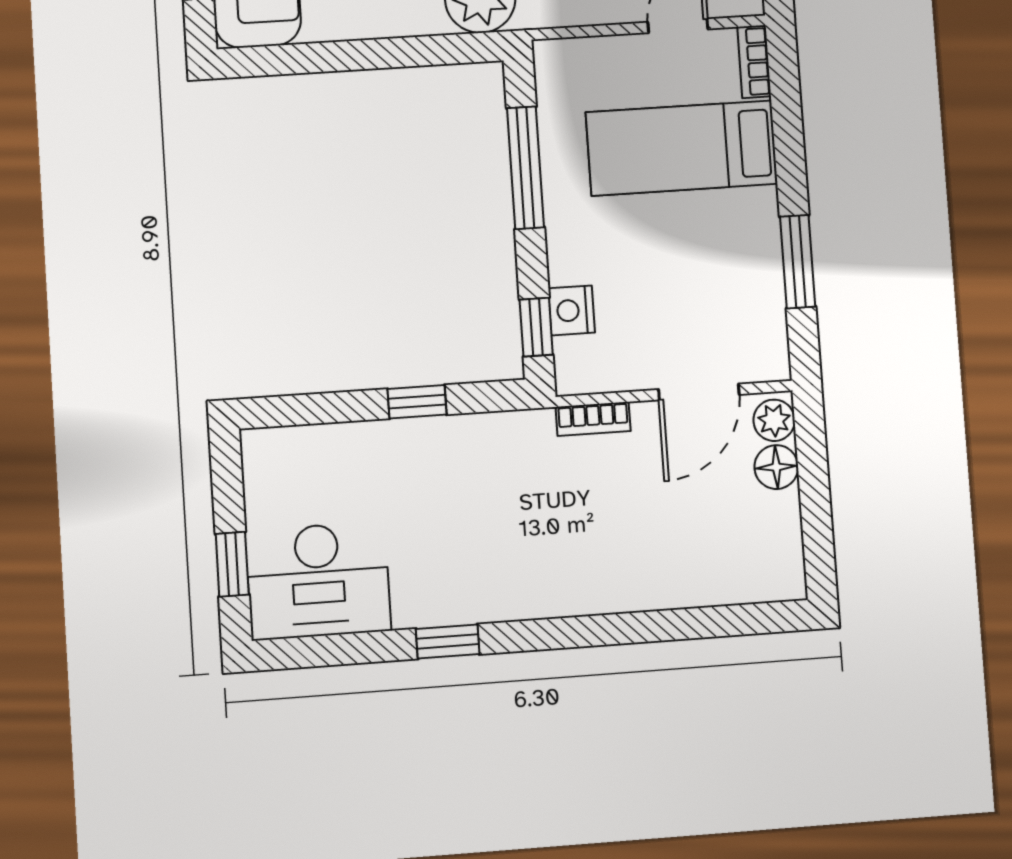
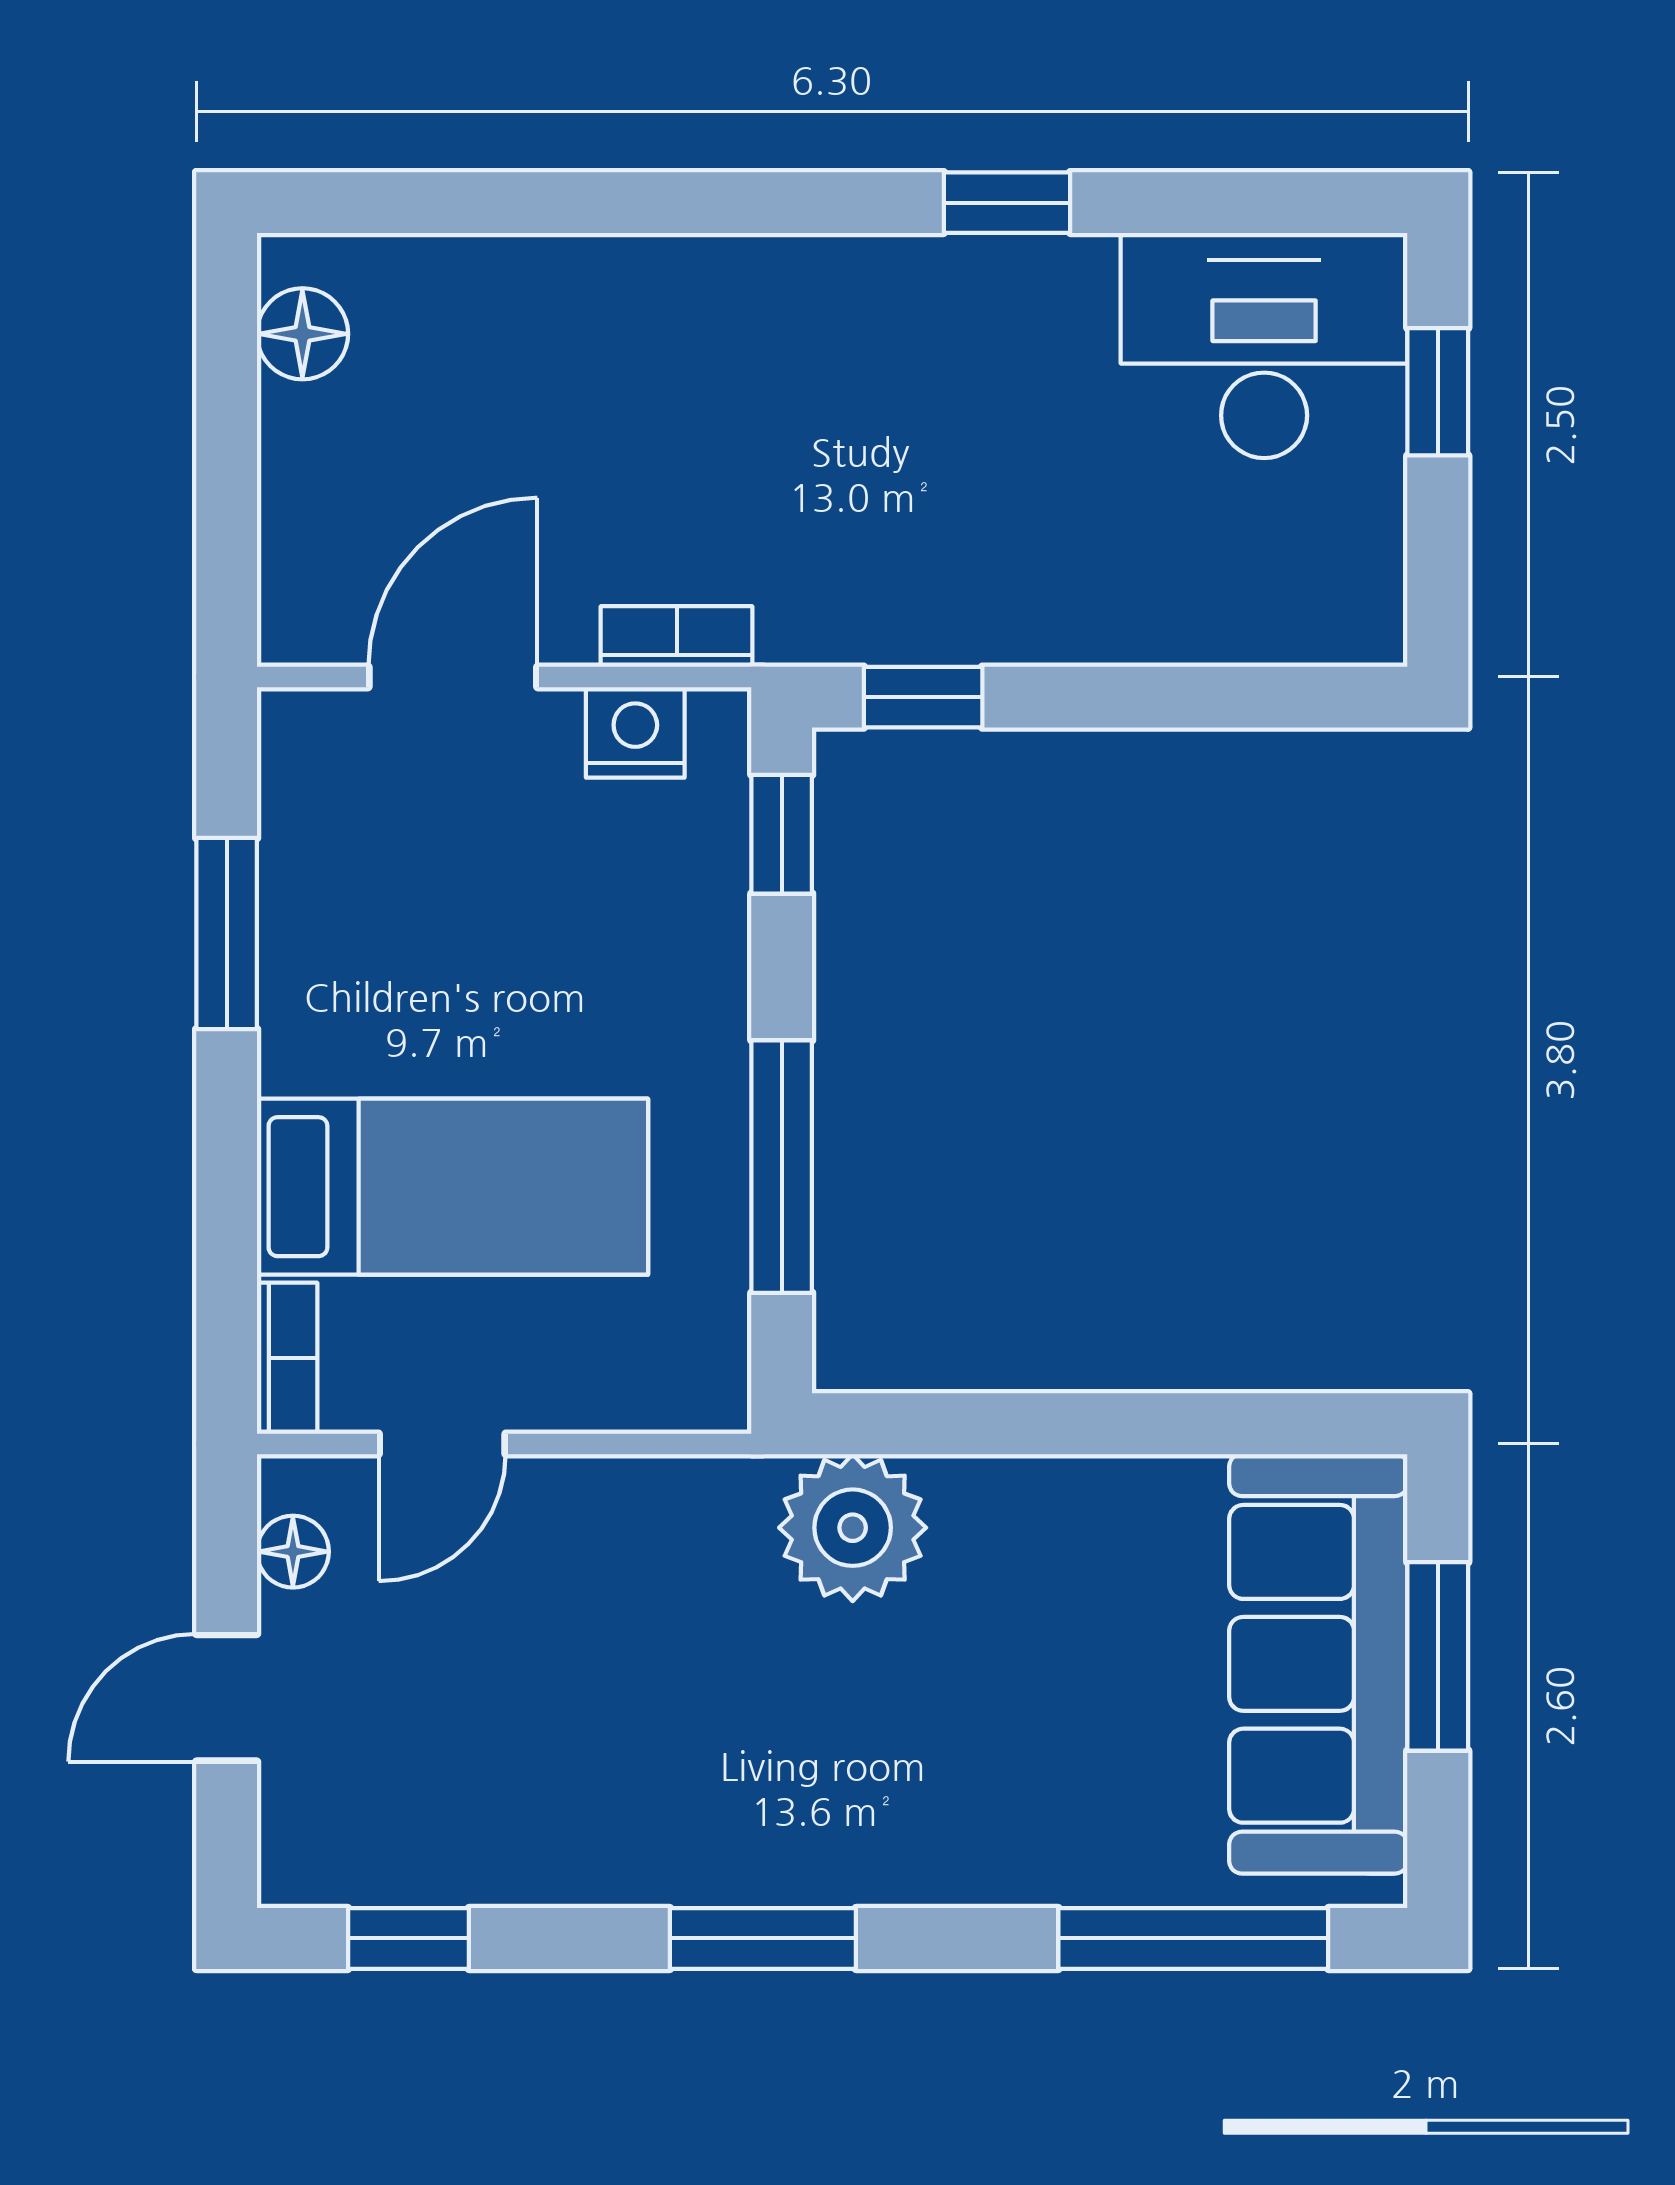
nightstand: (571, 310) -> (635, 732), moved, turned -90
window: (417, 402) -> (923, 697), moved
plant: (774, 420) -> (300, 608), removed
floor lamp: (776, 467) -> (302, 334), moved

